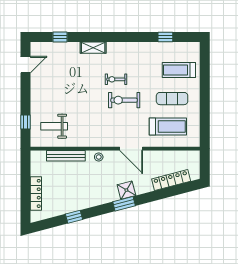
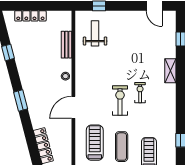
treadmill: (168, 126) -> (95, 143), turned 180
bench: (66, 156) -> (67, 45), width x0.73
shower: (126, 190) -> (34, 103), removed

